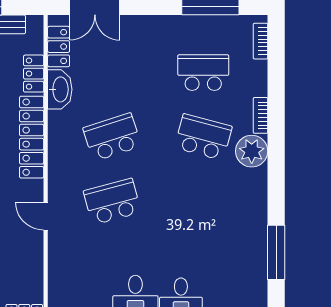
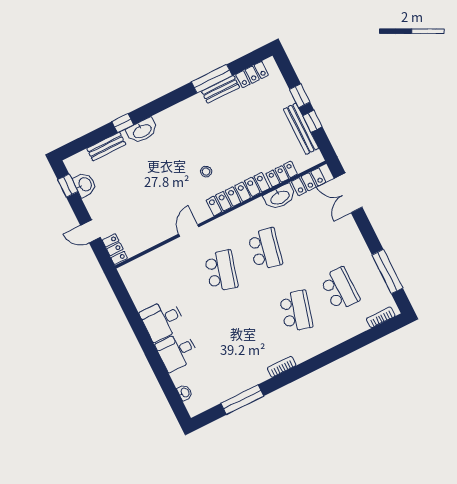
bookcase: (260, 115) -> (282, 367), moved
school desk: (112, 137) -> (265, 249), turned 30
plant: (252, 151) -> (303, 349), removed
school desk: (112, 202) -> (221, 271), turned 30

